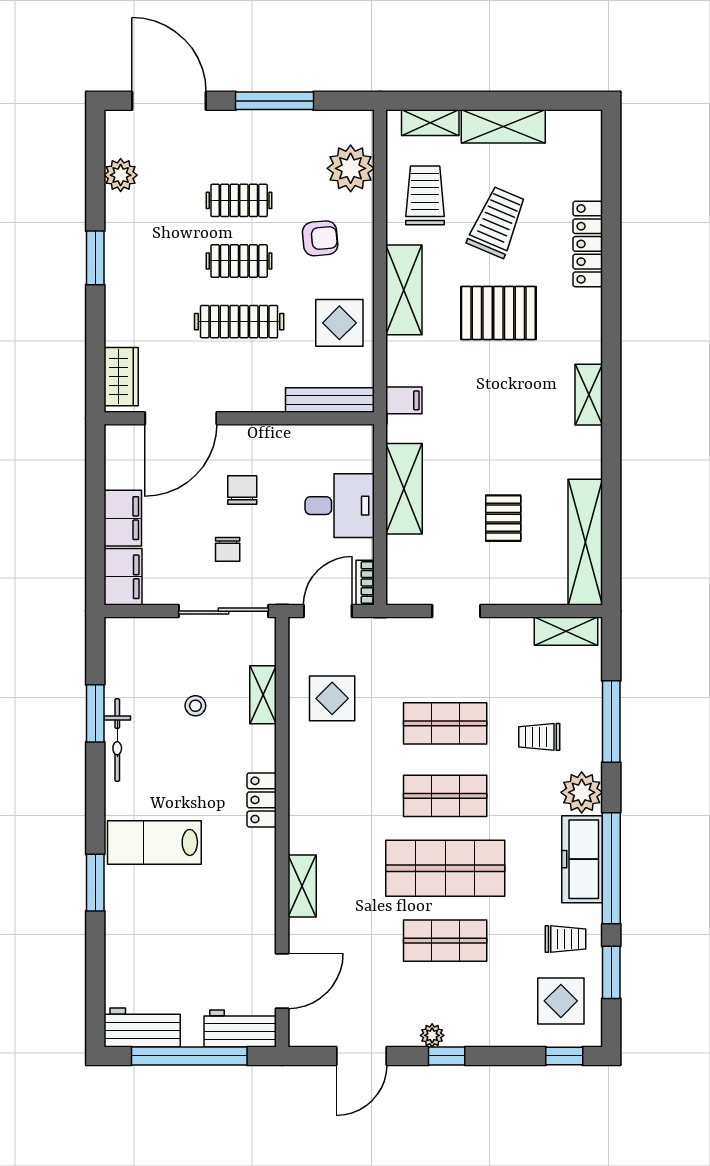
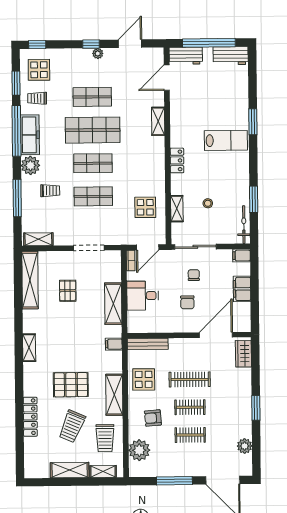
filing cabinet: (123, 577) -> (242, 256), width x0.50
doorway: (456, 611) -> (89, 248), width x1.38
bicycle: (117, 740) -> (244, 225), moved

